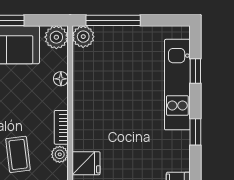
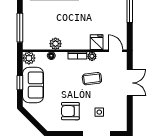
plant: (83, 37) -> (55, 44), moved

